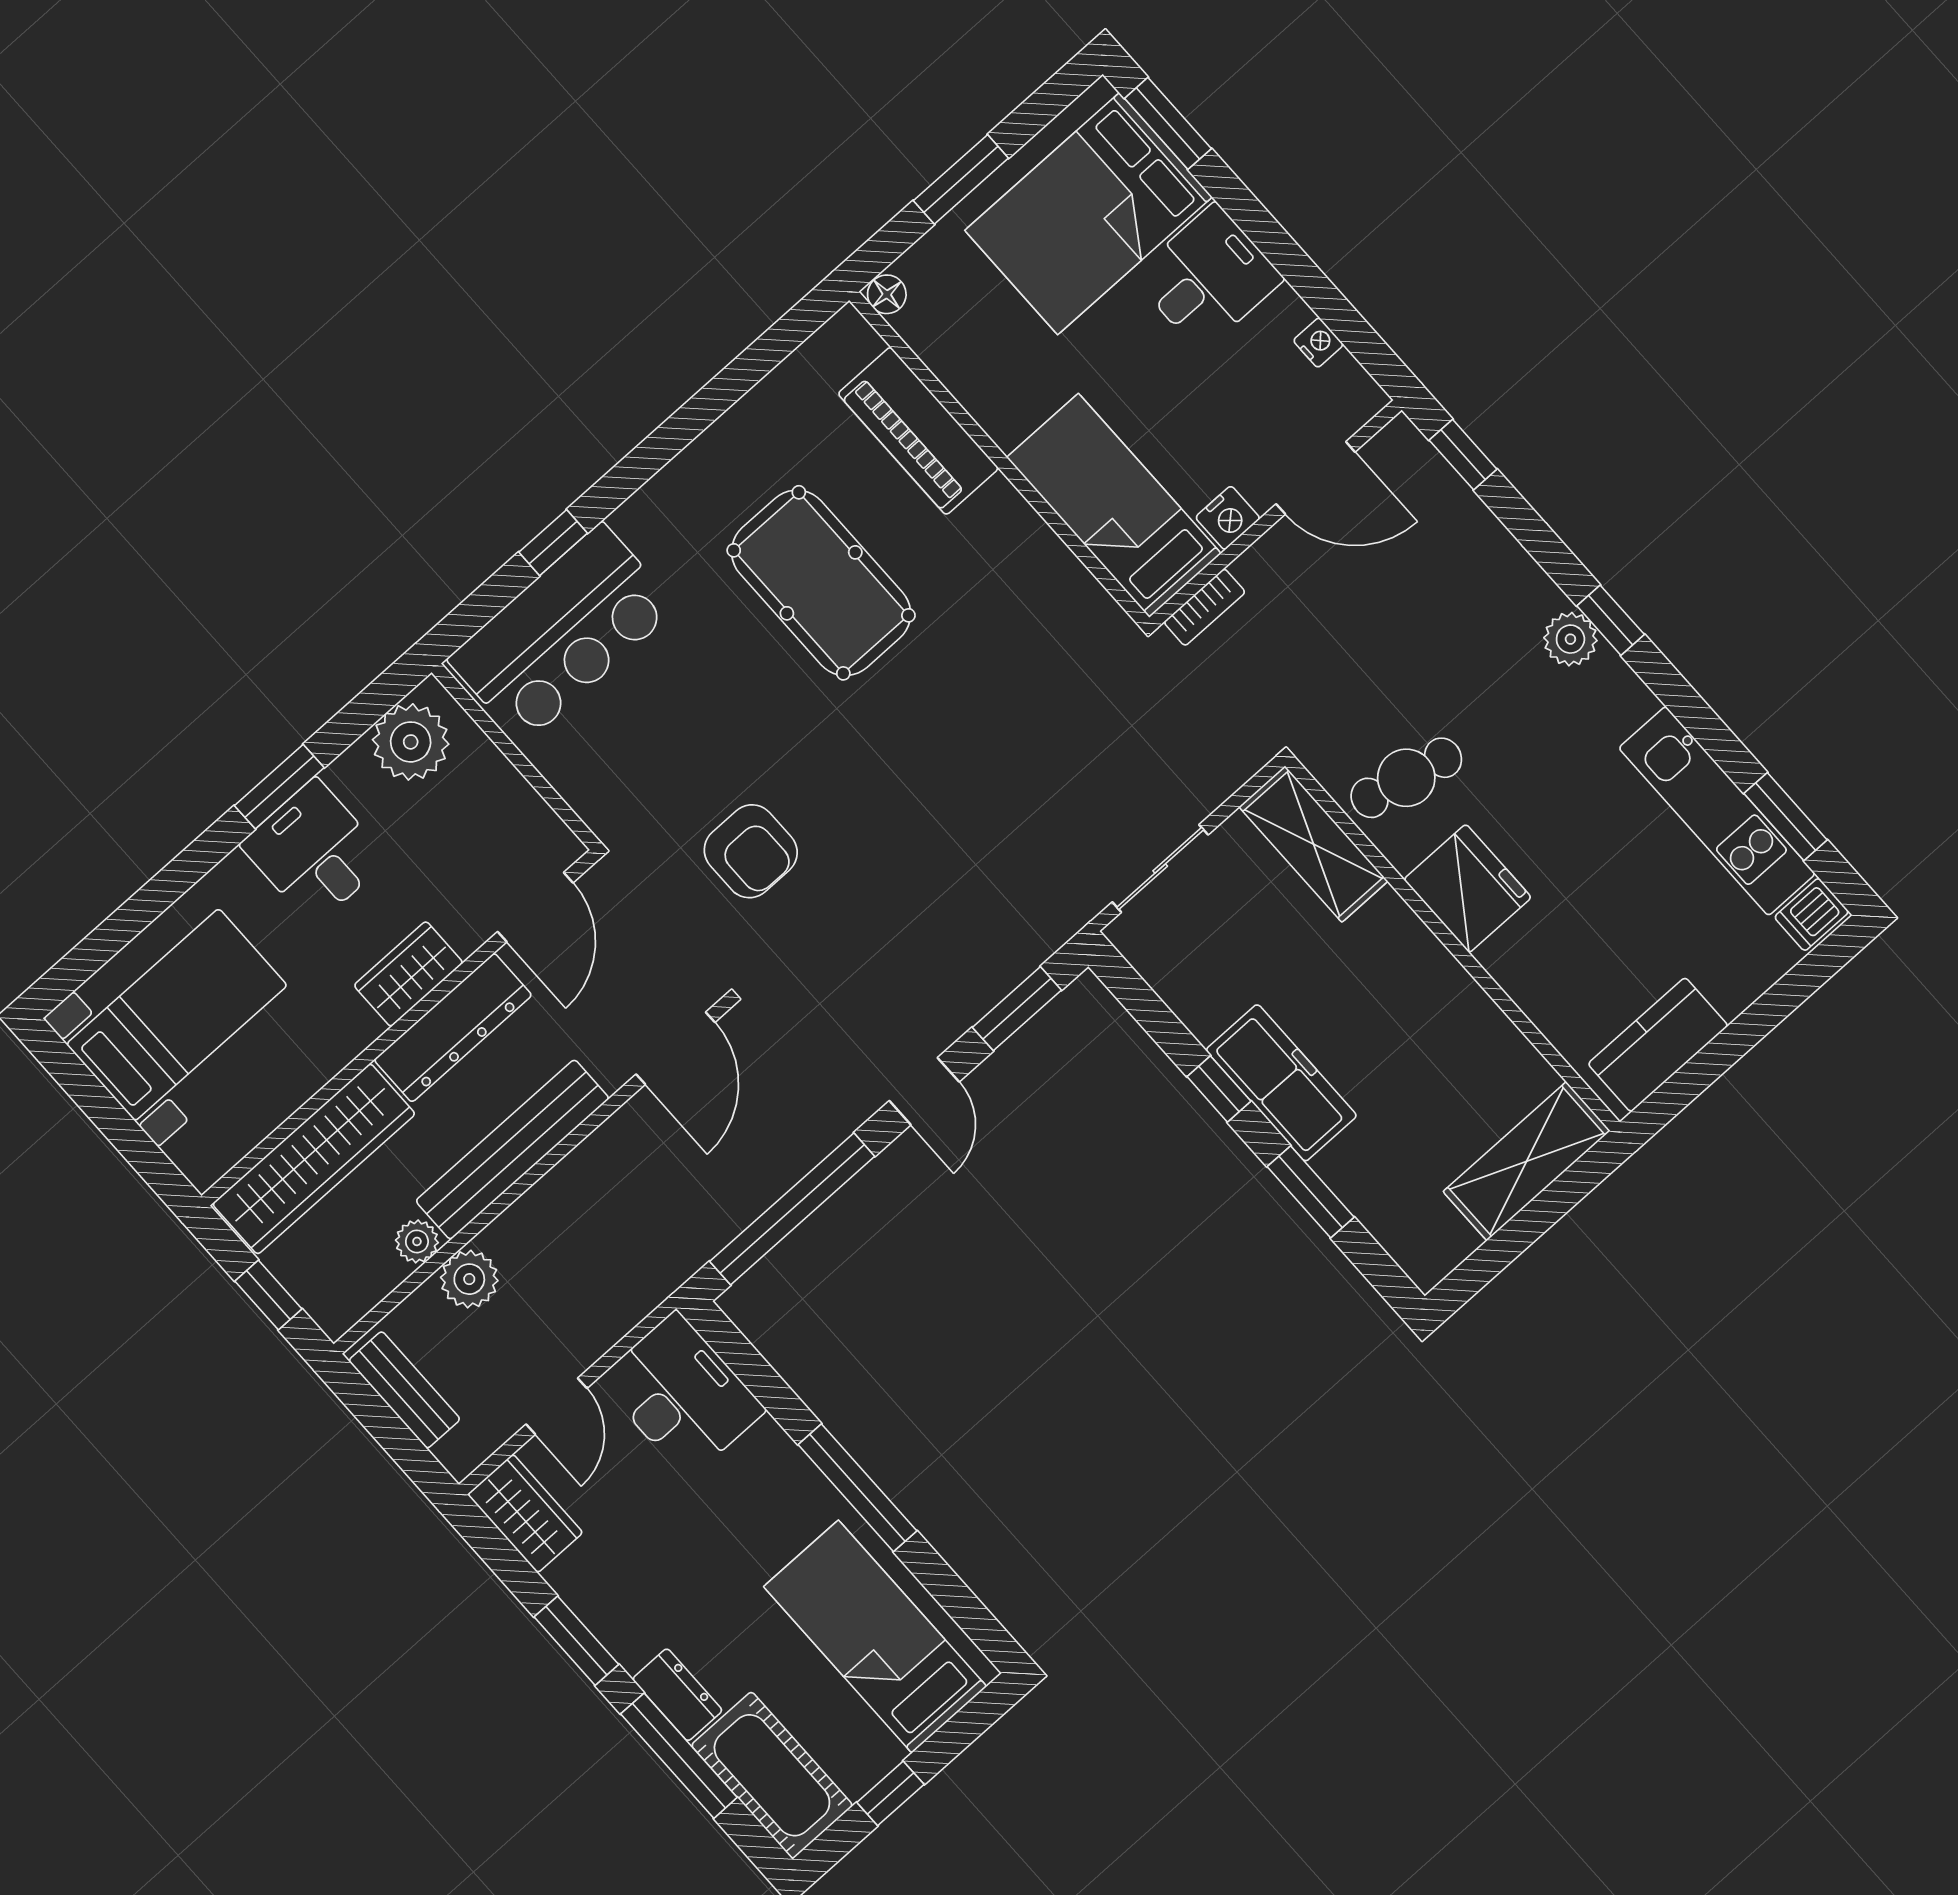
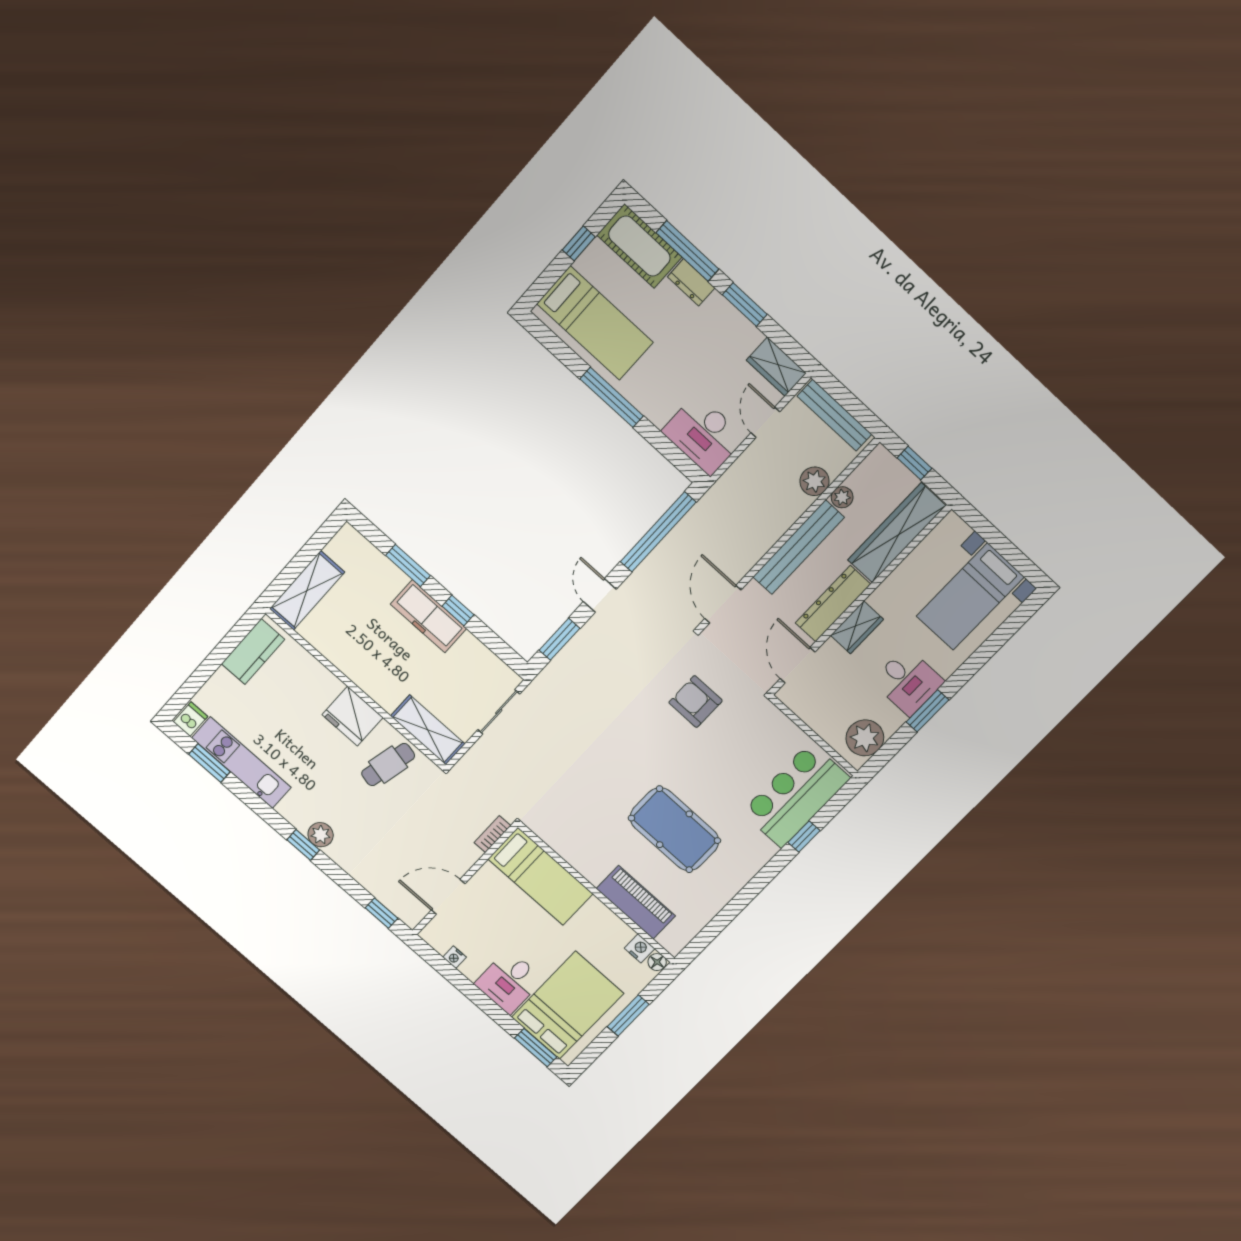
nightstand: (1228, 518) -> (640, 948), moved, turned 90
bench: (404, 1390) -> (834, 415), width x1.36

